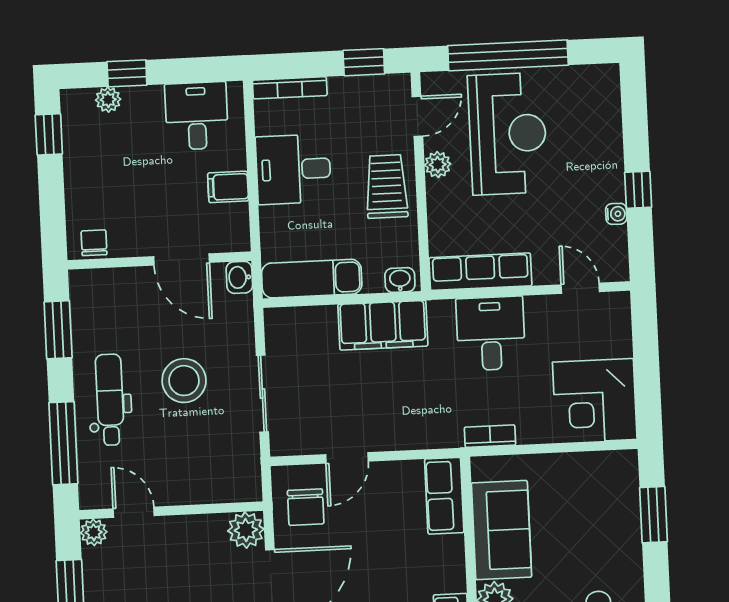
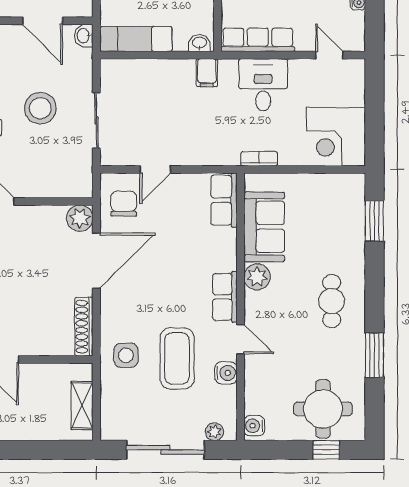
filing cabinet: (383, 325) -> (207, 73), width x0.33, depth x0.86
chair: (306, 507) -> (124, 204), turned 180

